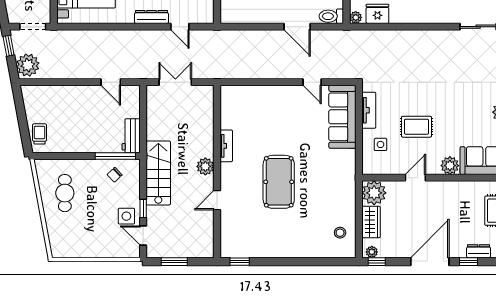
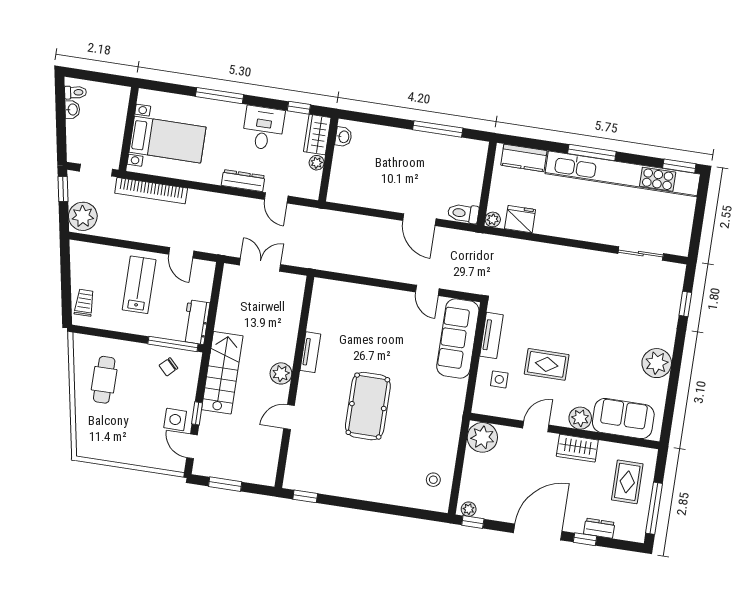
bookcase: (79, 36) -> (151, 191), added
lab bench: (81, 113) -> (139, 285), added
wardrobe: (371, 222) -> (577, 448), moved, turned 90

